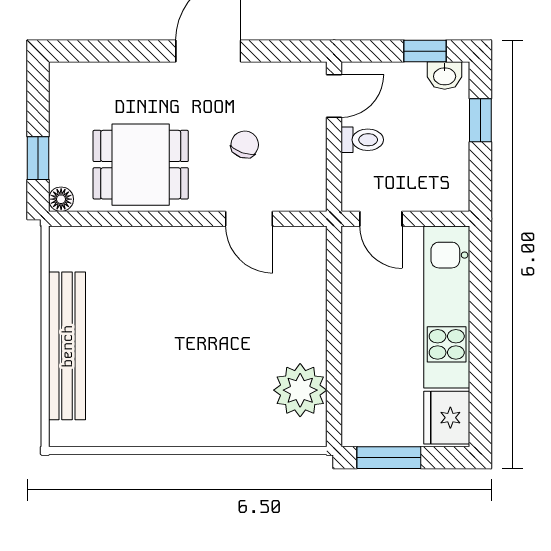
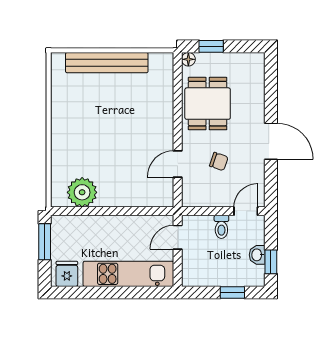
washbasin: (445, 76) -> (257, 255), moved
door: (334, 96) -> (246, 211), swing flipped
fridge: (447, 418) -> (67, 274), width x0.72

